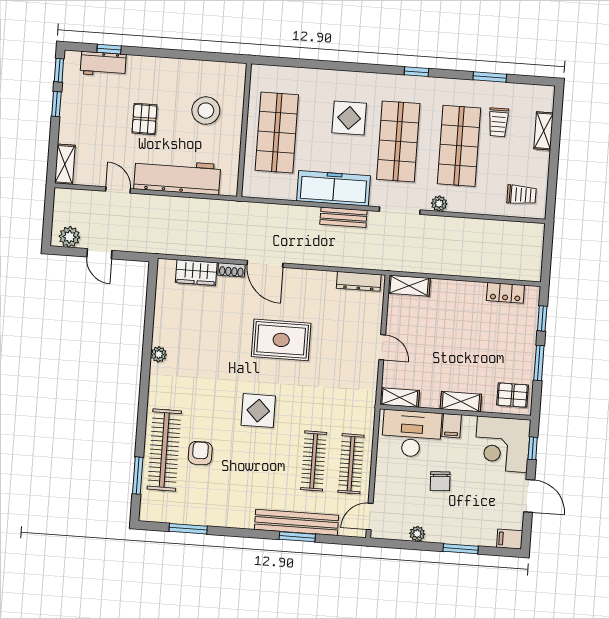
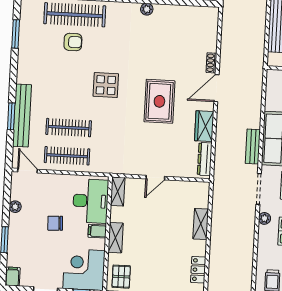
wardrobe: (196, 273) -> (204, 126), moved
shelving: (409, 286) -> (201, 224), moved

